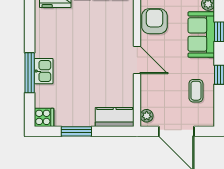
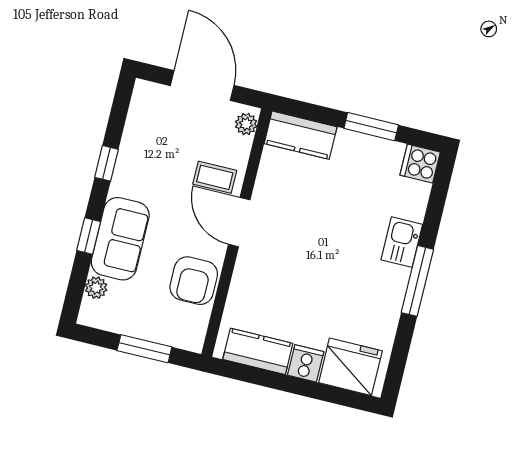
window: (30, 73) -> (417, 281), moved
coffee table: (196, 91) -> (215, 177), moved, turned 90

